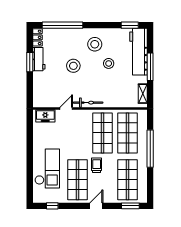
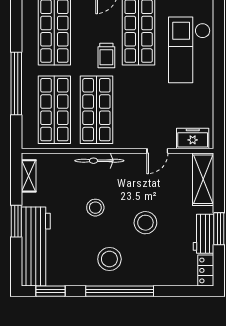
window: (63, 25) -> (120, 291), moved
stool: (109, 63) -> (95, 208), moved
window: (150, 67) -> (16, 221), width x0.69
shelving: (39, 92) -> (203, 179), added
bicycle: (88, 103) -> (99, 161), moved

